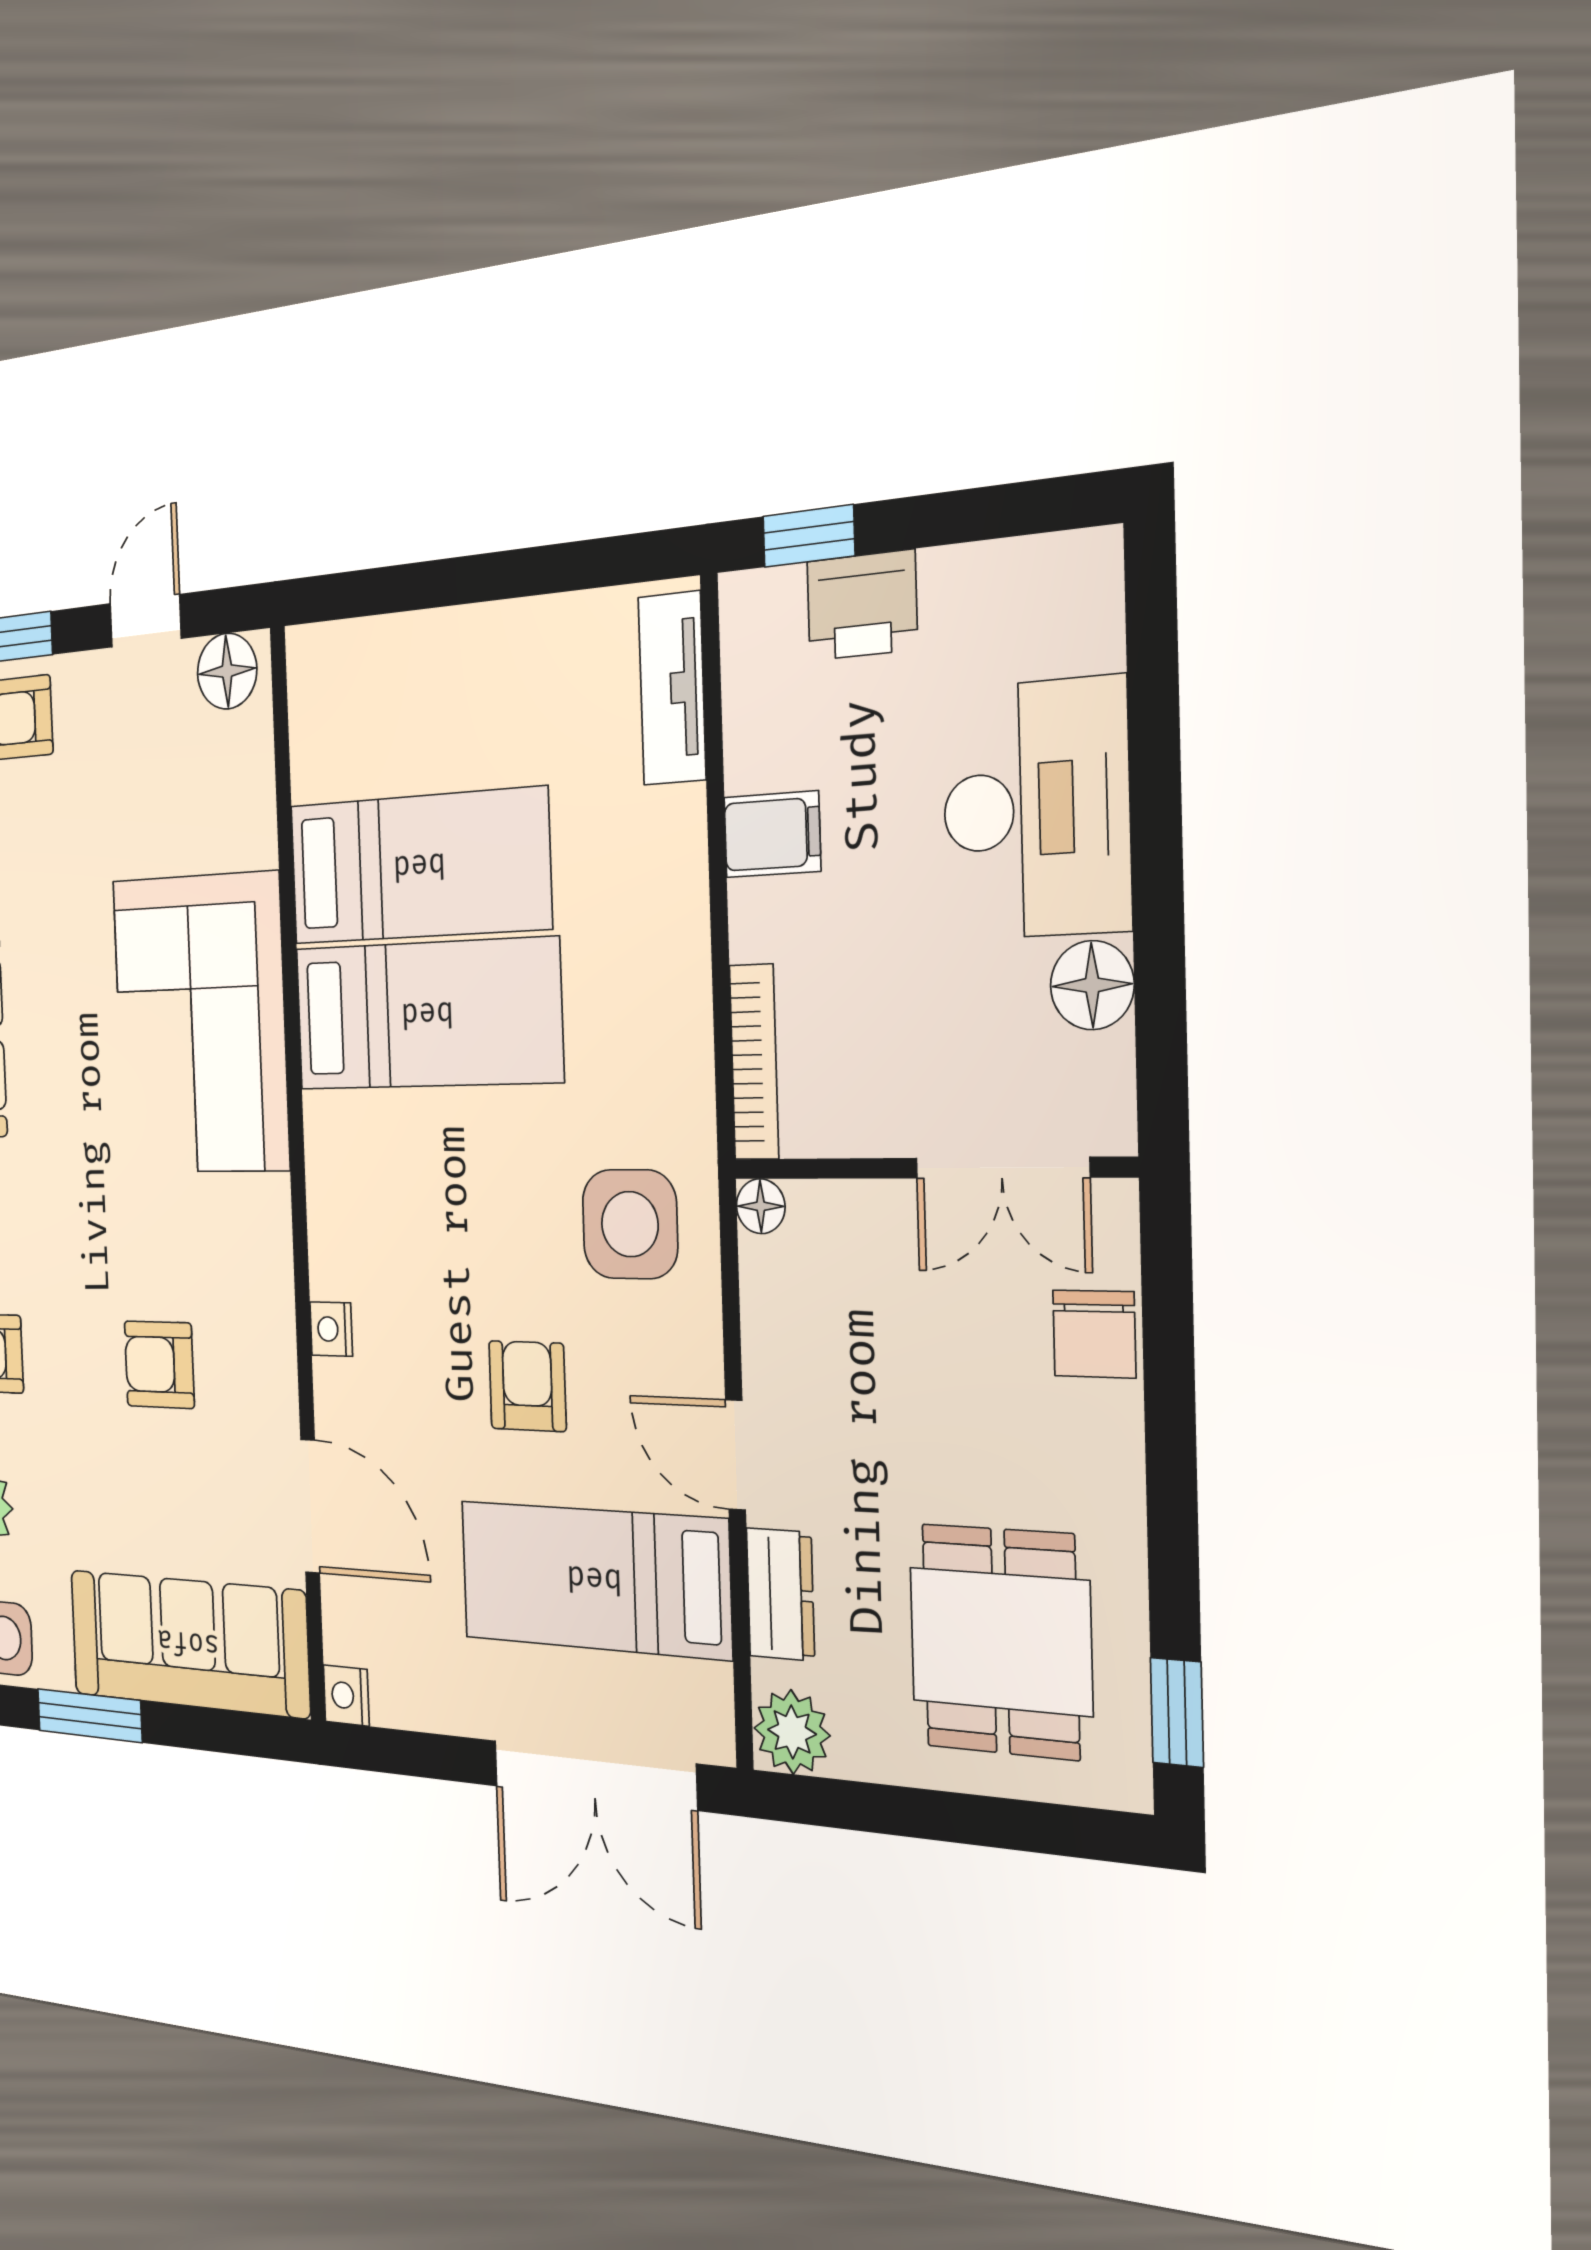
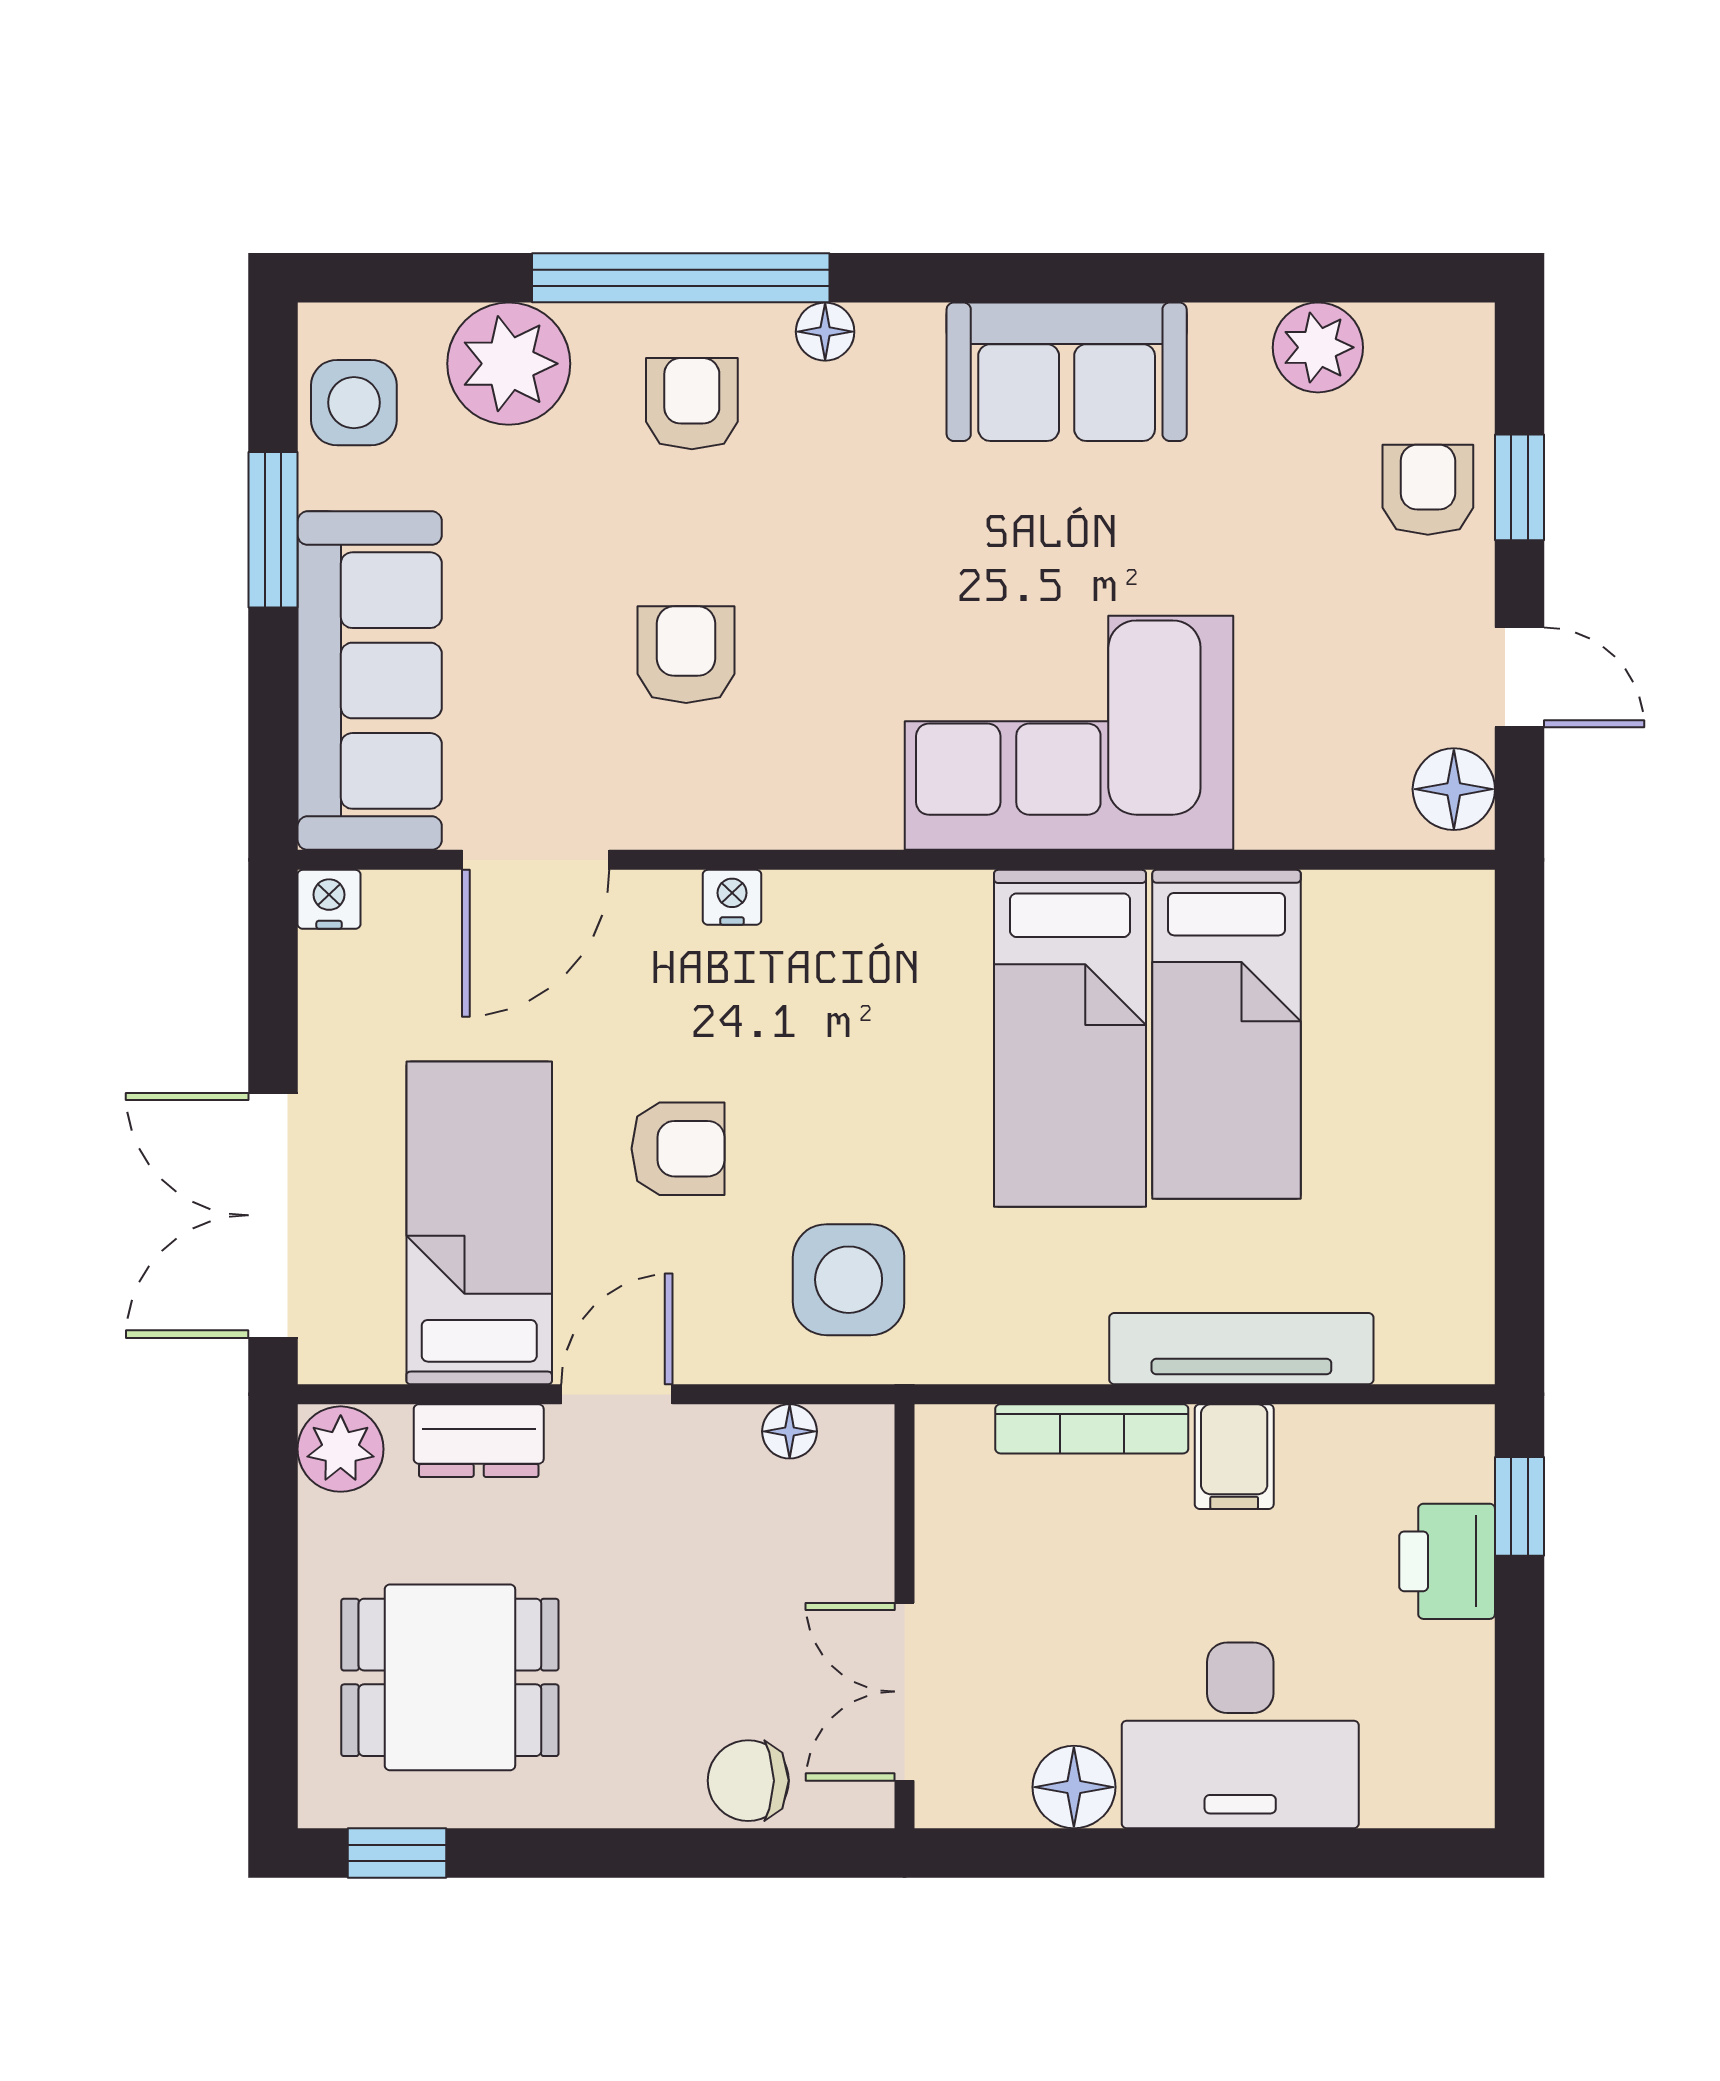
tv unit: (672, 688) -> (1241, 1349), moved, width x1.41
bookcase: (754, 1062) -> (1092, 1429), moved
floor lamp: (761, 1206) -> (790, 1431), moved

